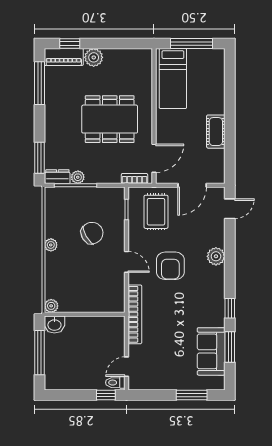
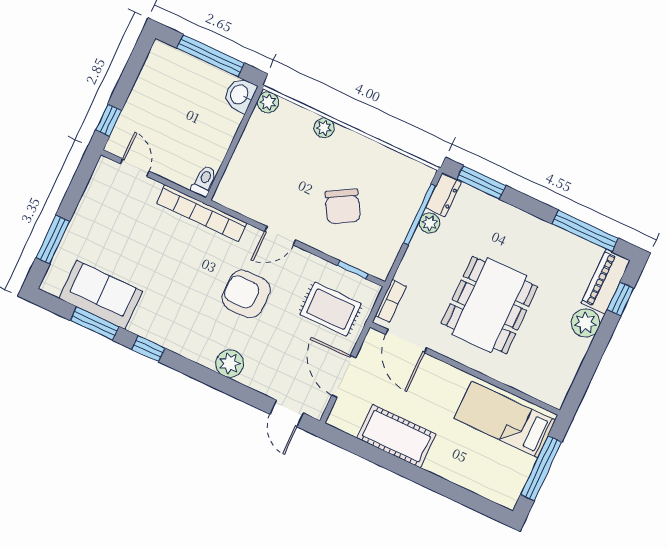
cot: (216, 132) -> (396, 436), width x1.37, depth x1.34
plant: (51, 245) -> (324, 128), moved
toilet: (115, 383) -> (204, 181), moved

